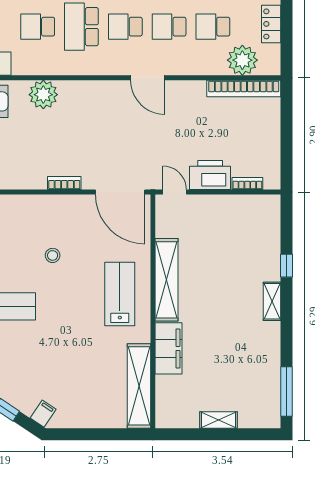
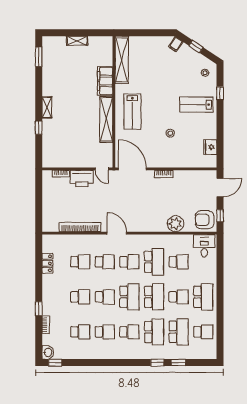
plant: (242, 60) -> (64, 243), removed
bookcase: (244, 88) -> (80, 227), moved
window: (287, 392) -> (39, 57), width x0.69

